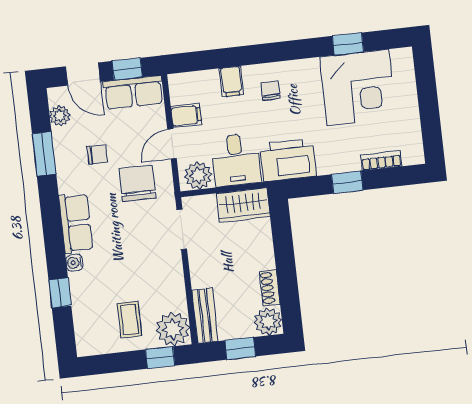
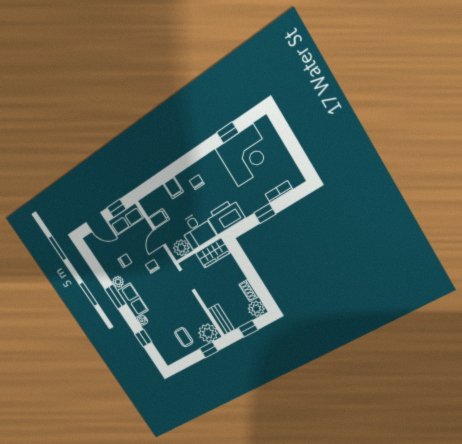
plant: (60, 116) -> (118, 282), moved
window: (44, 154) -> (116, 297), moved
chair: (137, 183) -> (152, 266), width x0.54, depth x0.54

